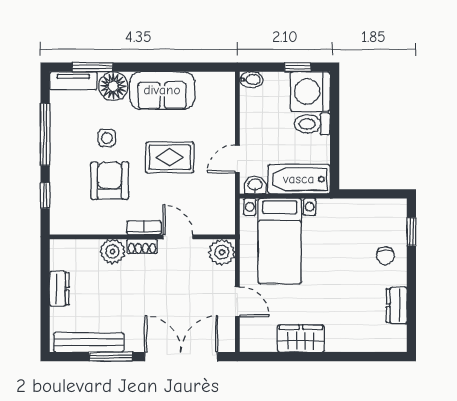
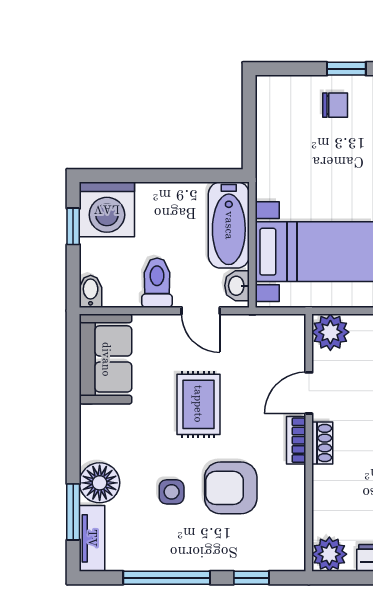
sofa: (162, 90) -> (106, 359), moved
toilet: (312, 124) -> (157, 283), moved, turned 180
window: (411, 232) -> (346, 69), moved
plant: (113, 251) -> (329, 554), moved

